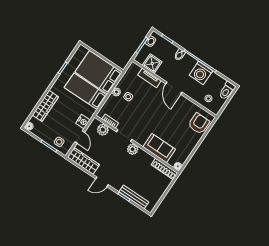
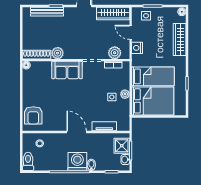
shower: (152, 64) -> (122, 146), moved
washing machine: (201, 73) -> (77, 161), moved
sofa: (159, 148) -> (67, 70), moved
plant: (133, 149) -> (58, 53), moved

